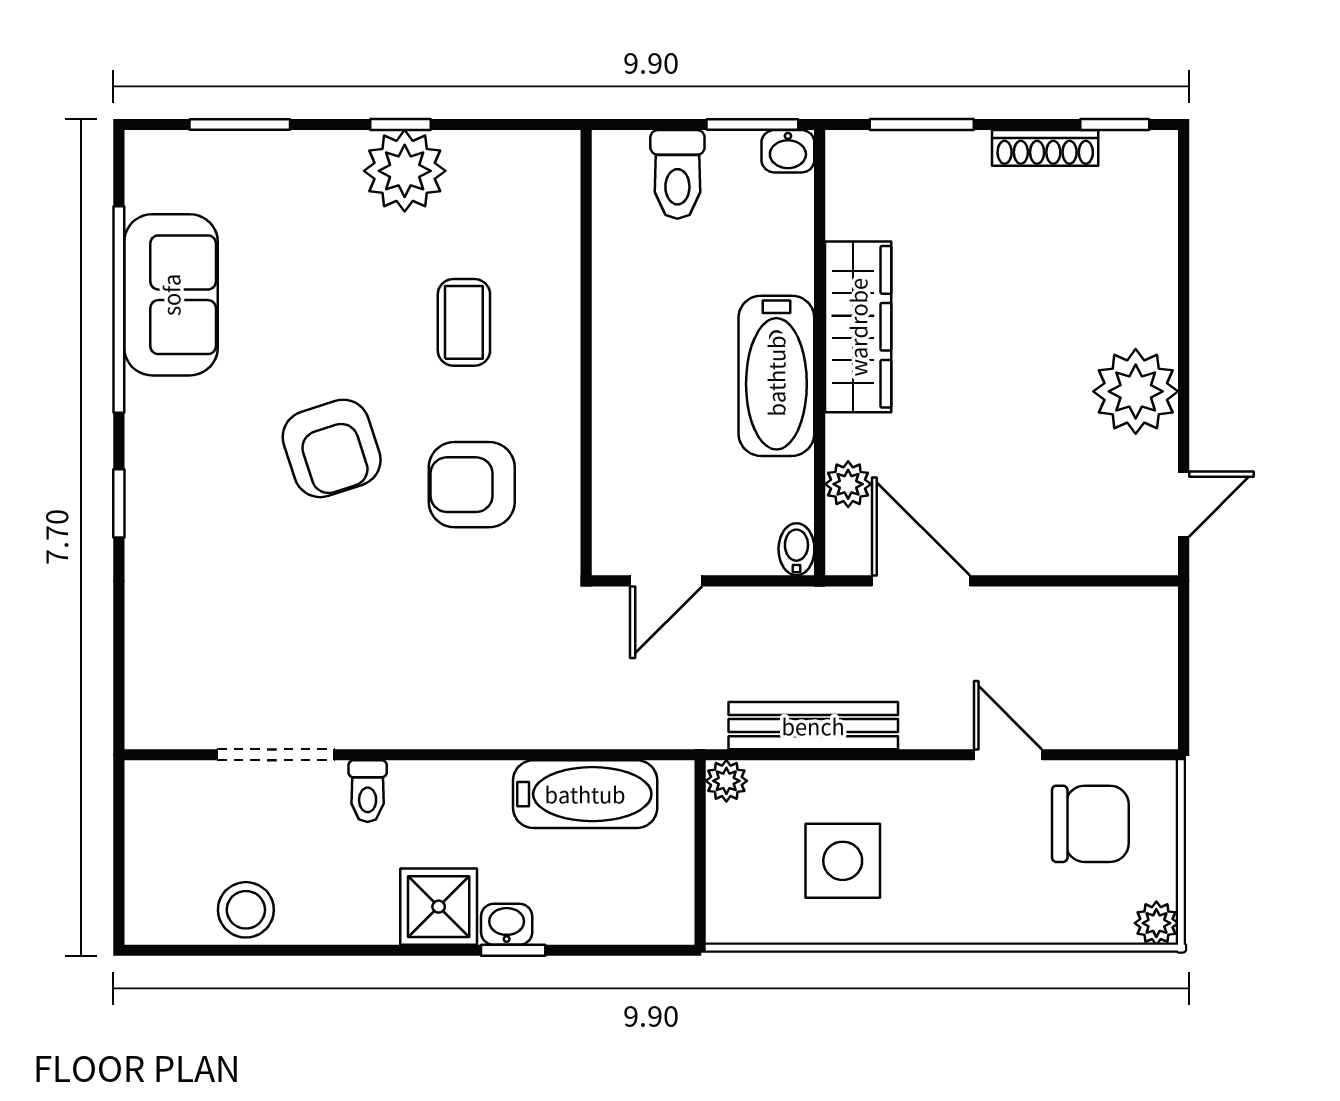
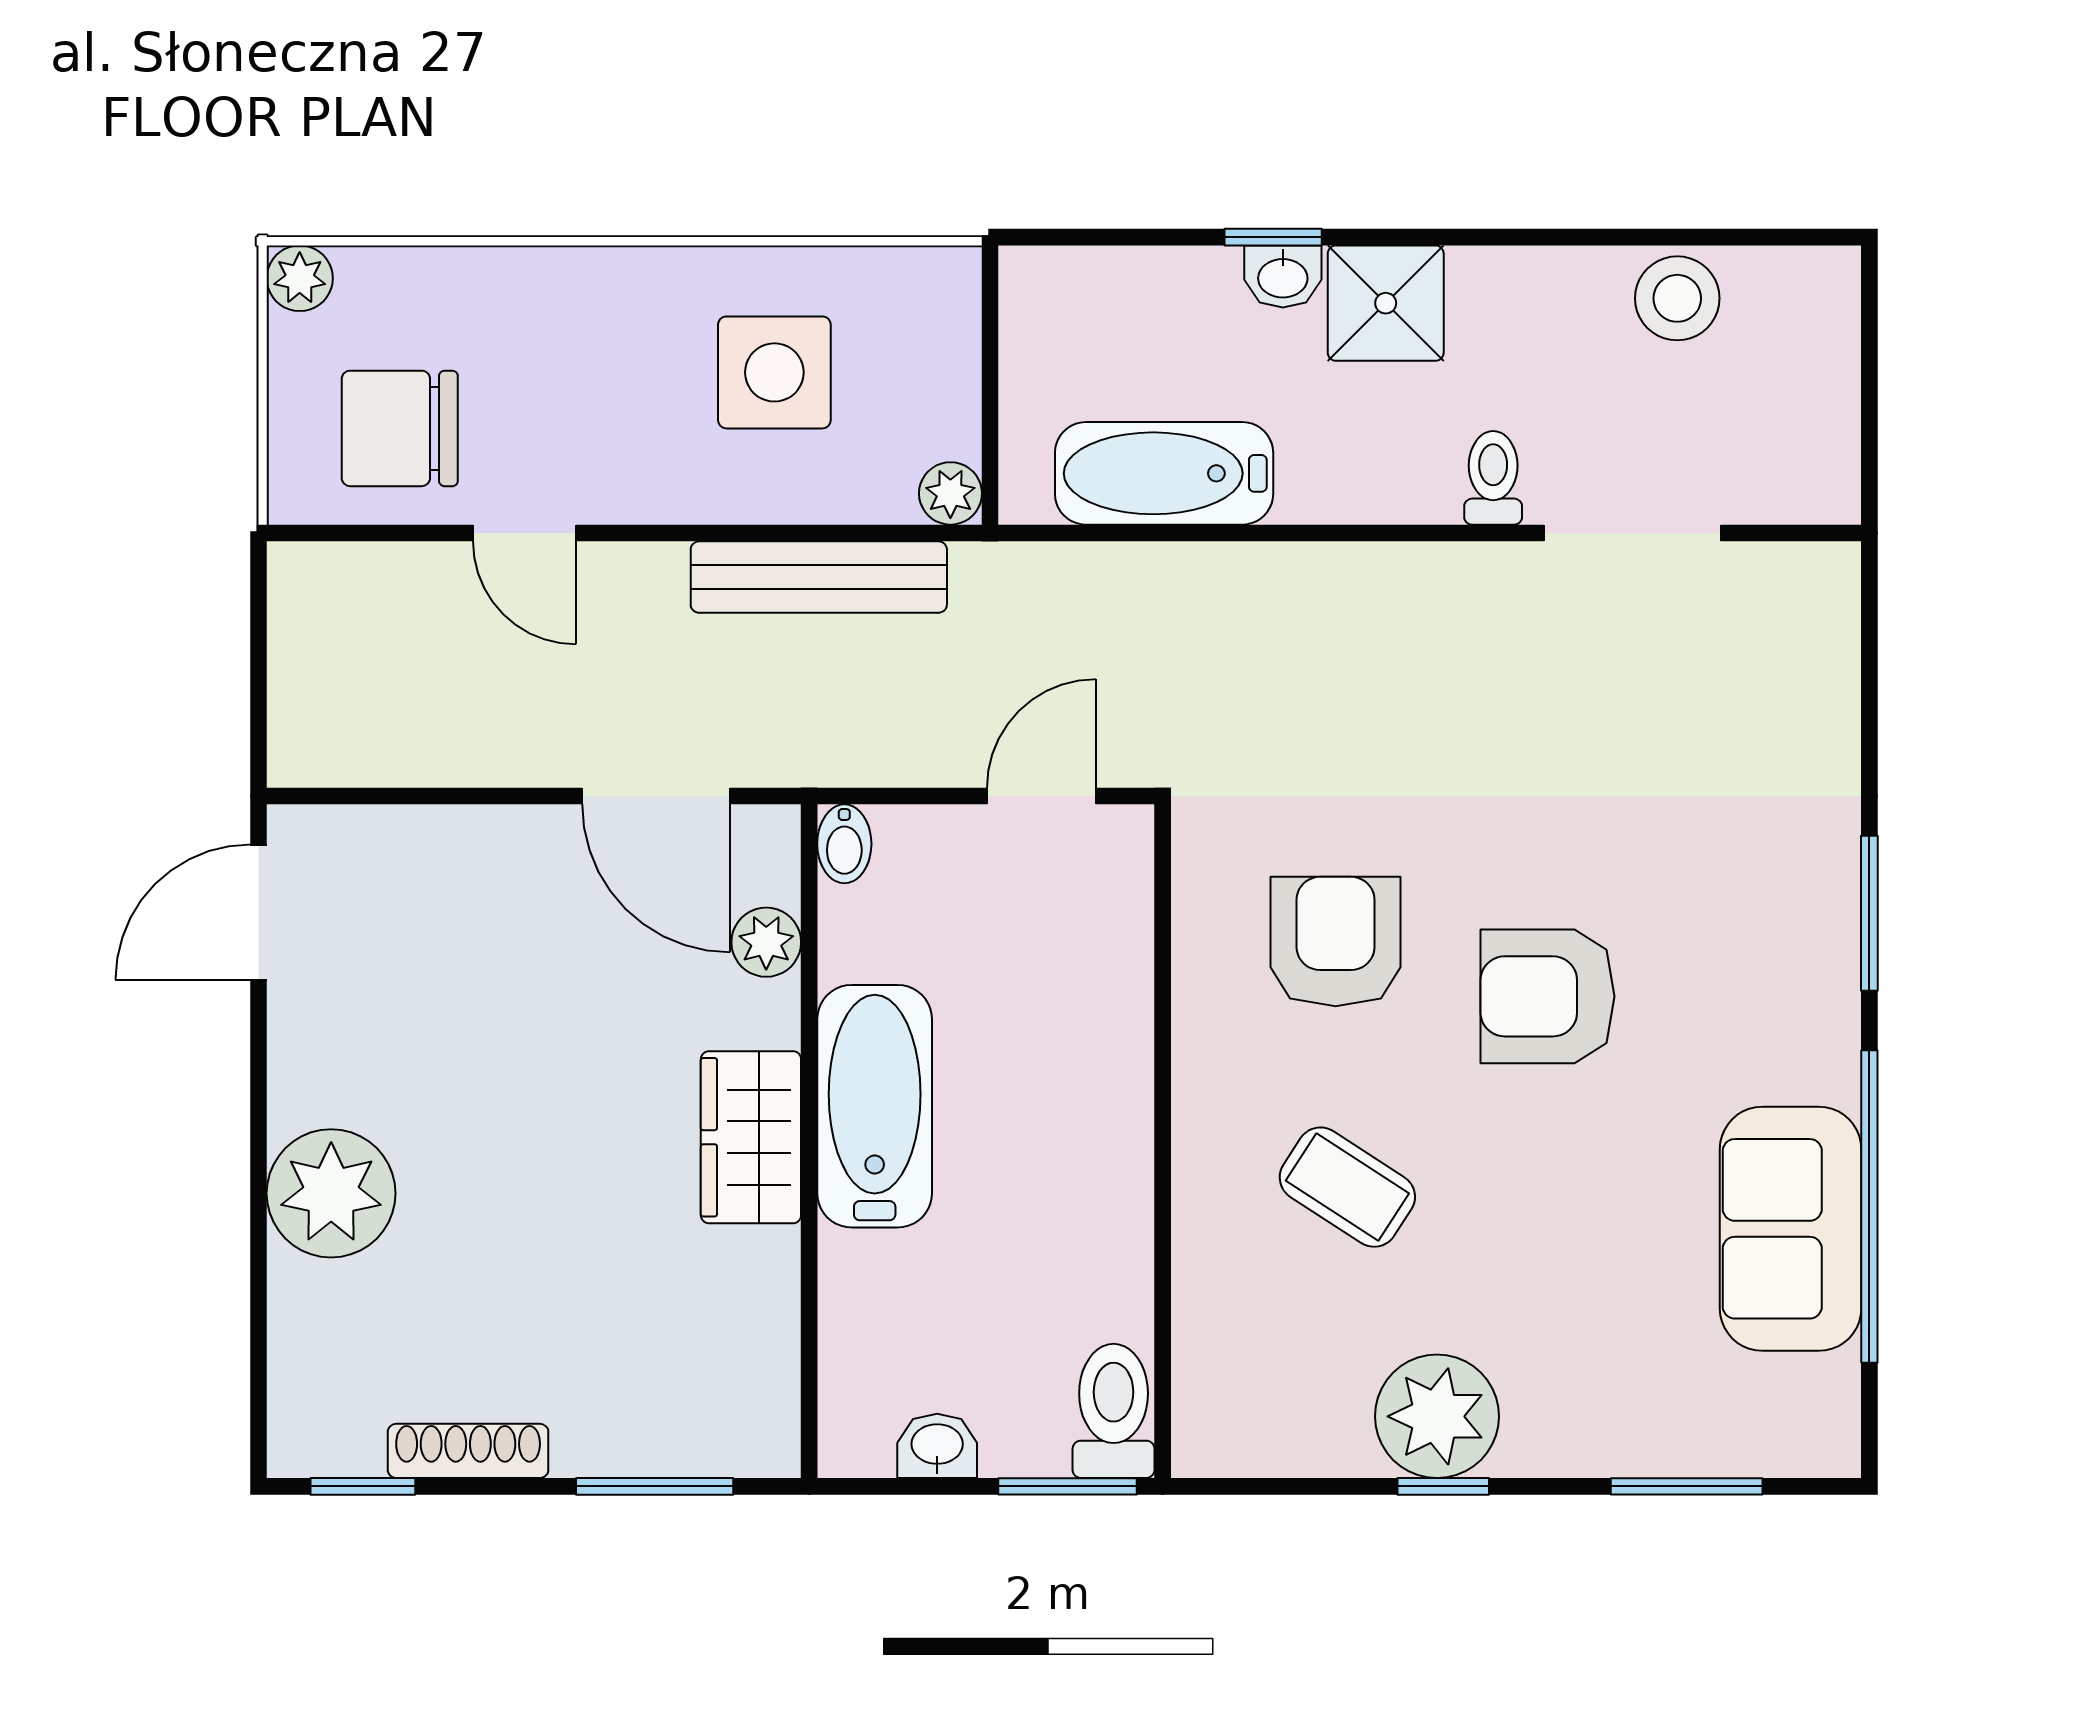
window: (752, 125) -> (1067, 1486), moved
washbasin: (788, 151) -> (937, 1446), moved
toilet: (677, 174) -> (1114, 1411), moved
coffee table: (464, 322) -> (1347, 1187), turned -57
wardrobe: (858, 327) -> (751, 1137), width x0.67
plant: (1136, 391) -> (331, 1193), moved
armchair: (332, 448) -> (1548, 996), turned -72
armchair: (472, 485) -> (1336, 942), turned -90
window: (119, 503) -> (1869, 913), width x1.50
door: (1184, 504) -> (259, 912), width x1.38

